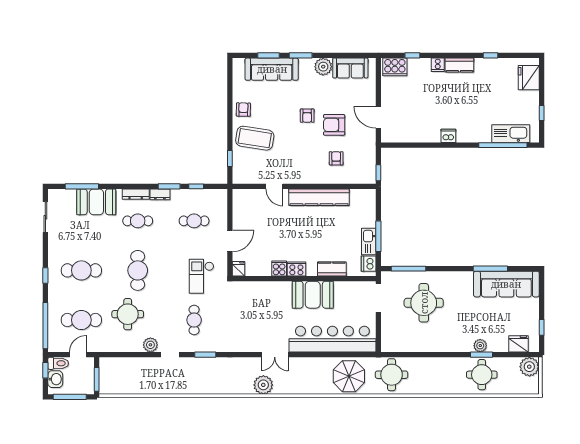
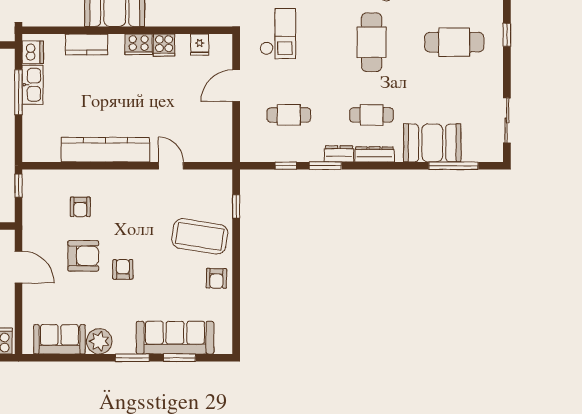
fridge: (239, 269) -> (200, 45), moved

